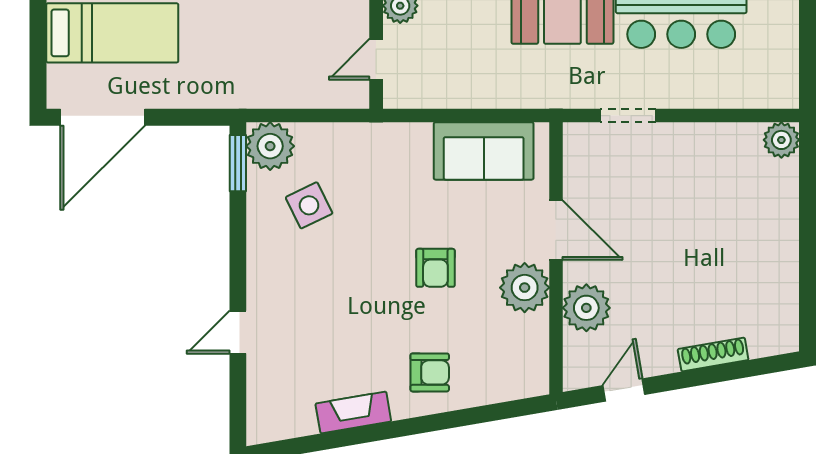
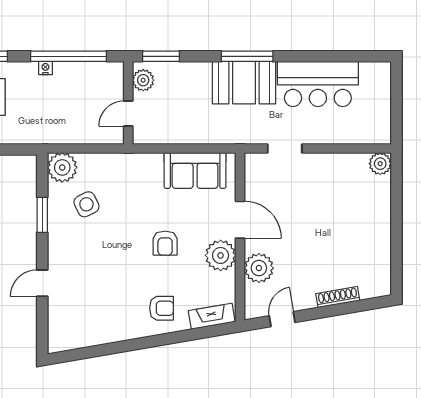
window: (238, 163) -> (42, 215), moved
fireplace: (353, 412) -> (212, 316), moved

